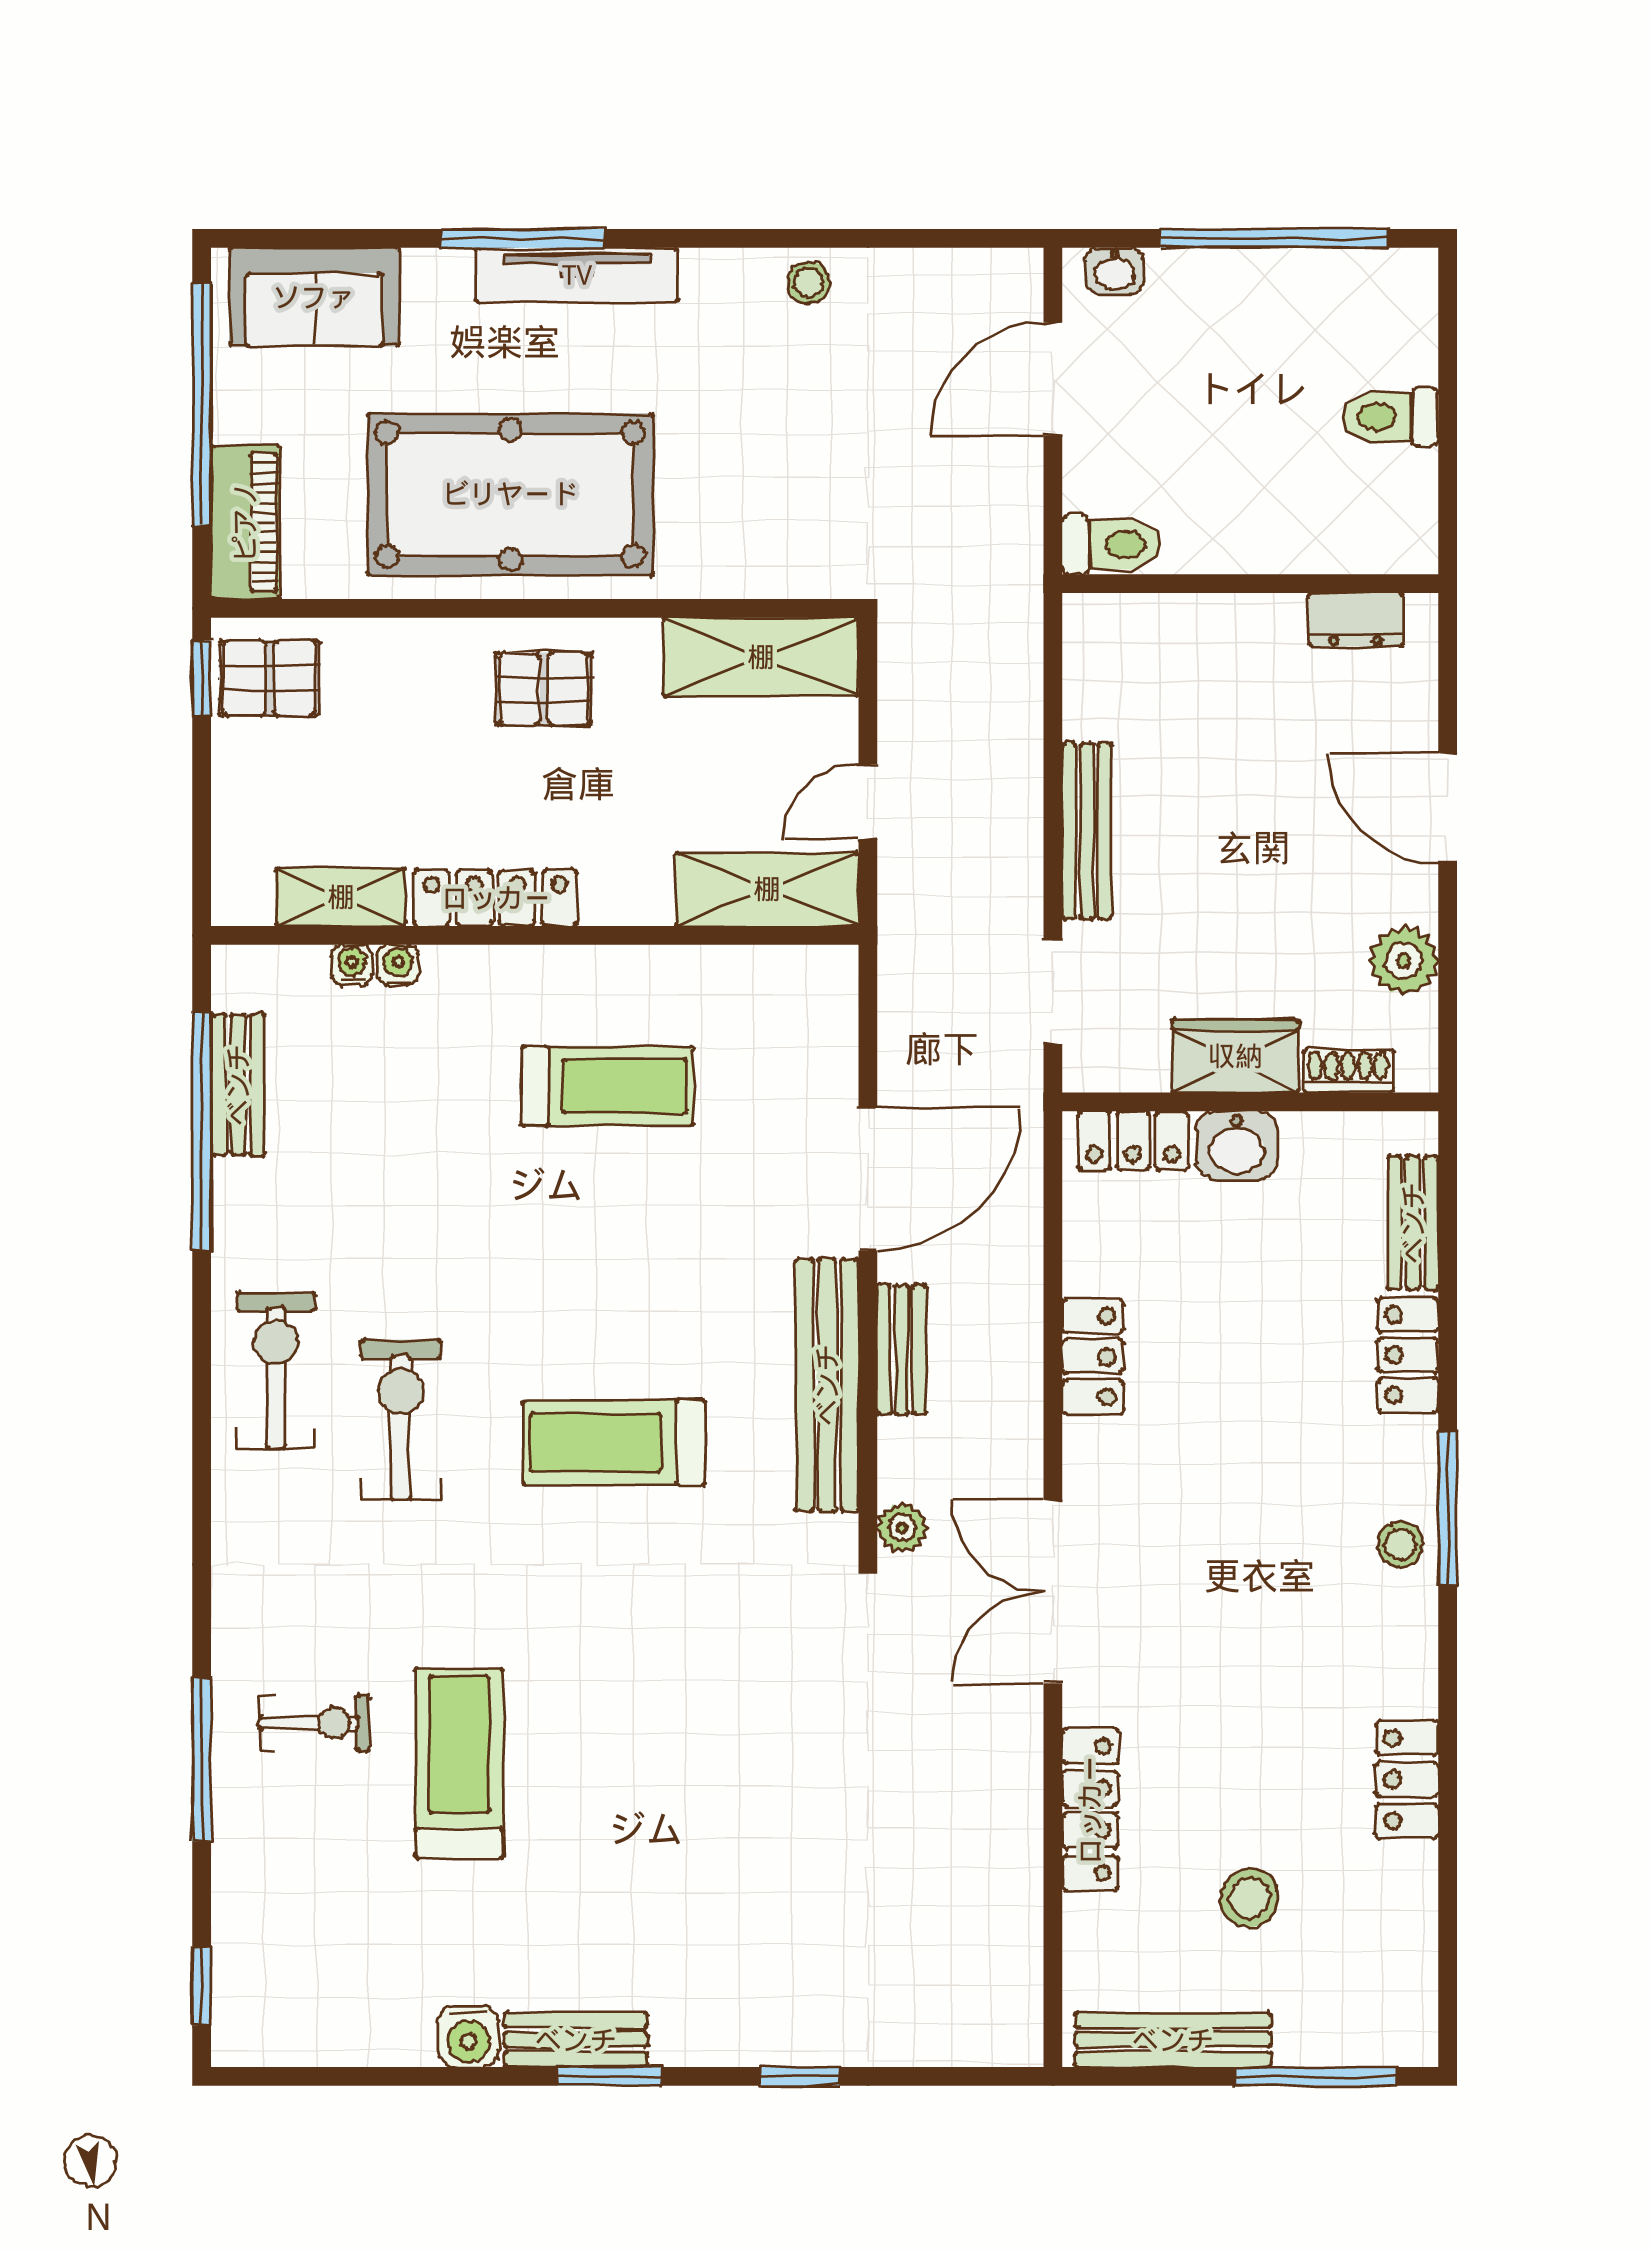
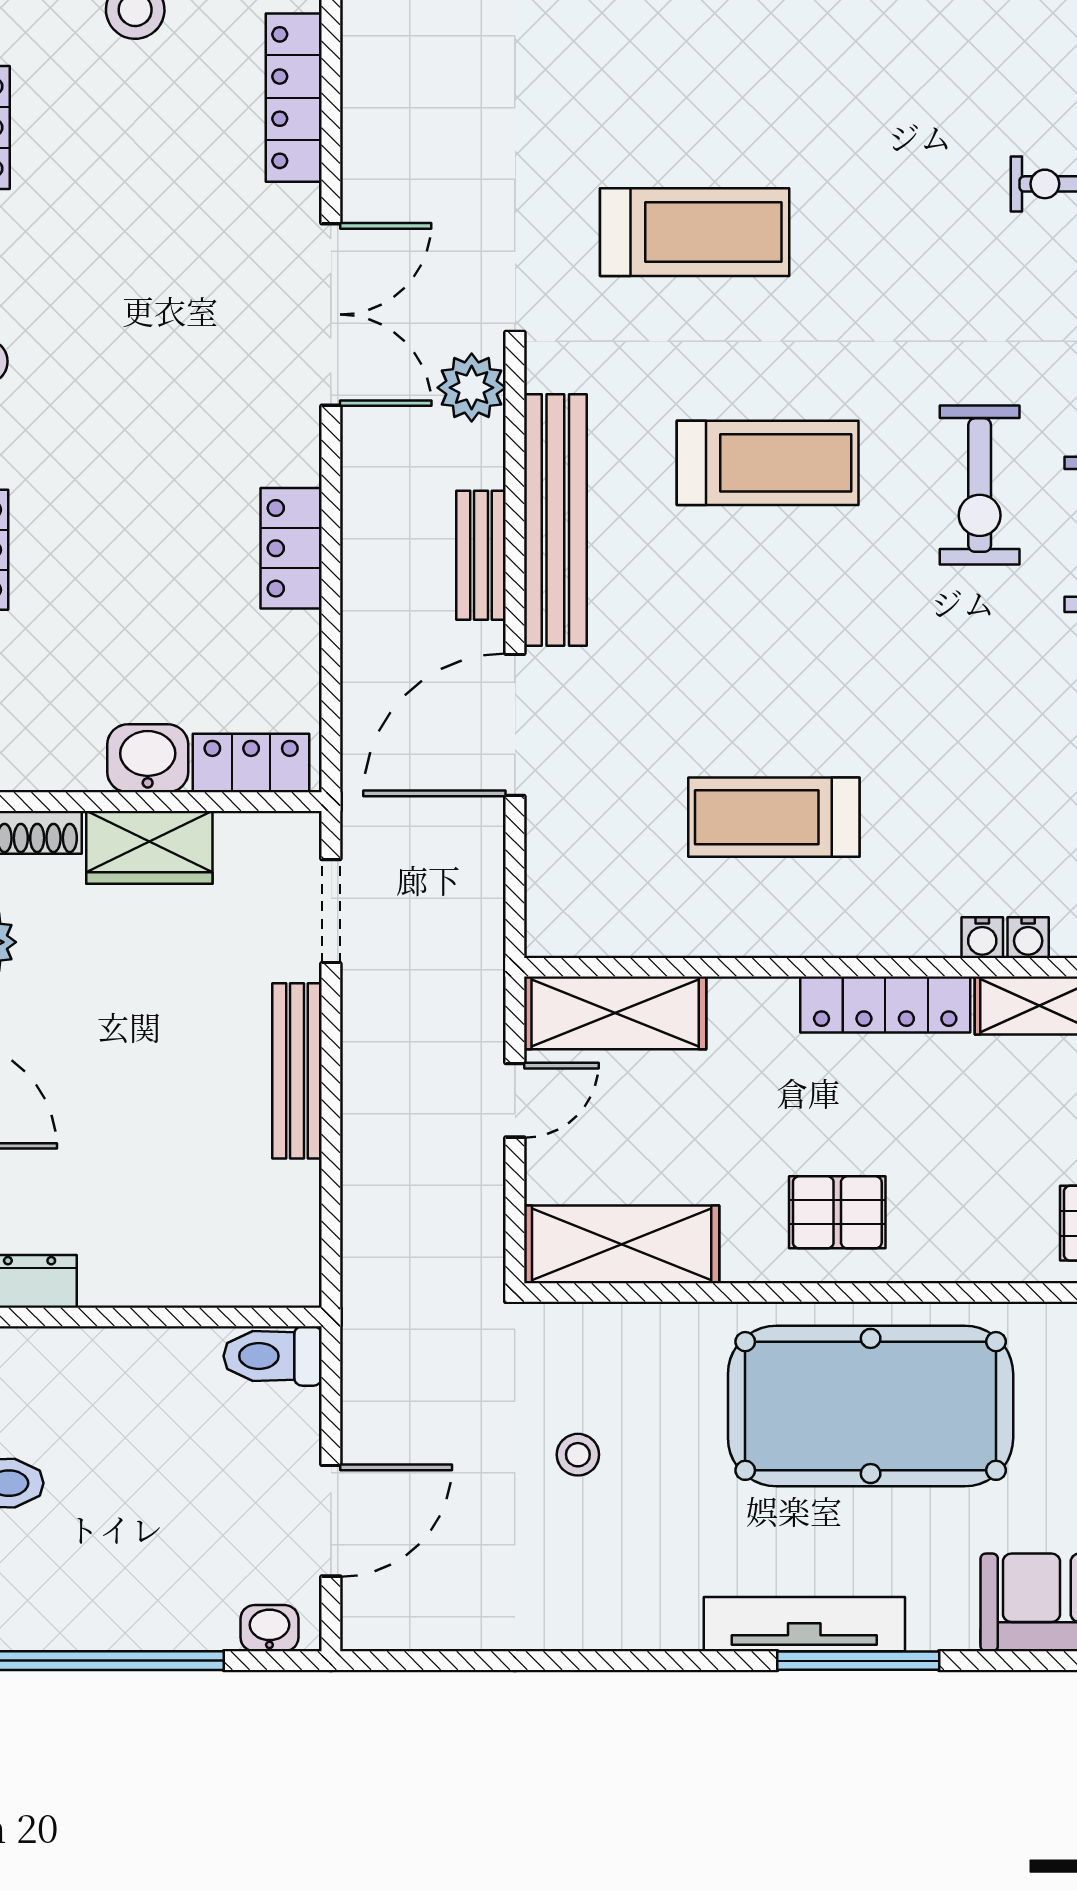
stool: (809, 283) -> (578, 1455), moved
plant: (902, 1527) -> (472, 388), width x1.38, depth x1.38
treadmill: (459, 1763) -> (695, 232), moved, turned -90

